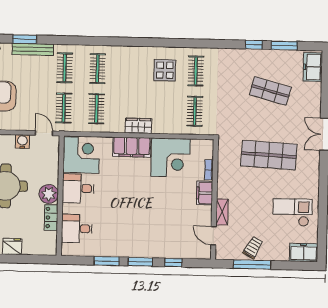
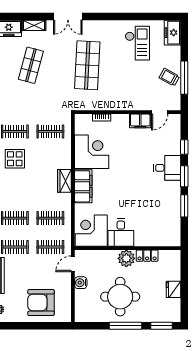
filing cabinet: (205, 193) -> (140, 121), moved
shelving: (222, 212) -> (34, 25), moved
checkout: (292, 212) -> (137, 43), turned 180
desk: (77, 229) -> (167, 168), moved, turned -90

